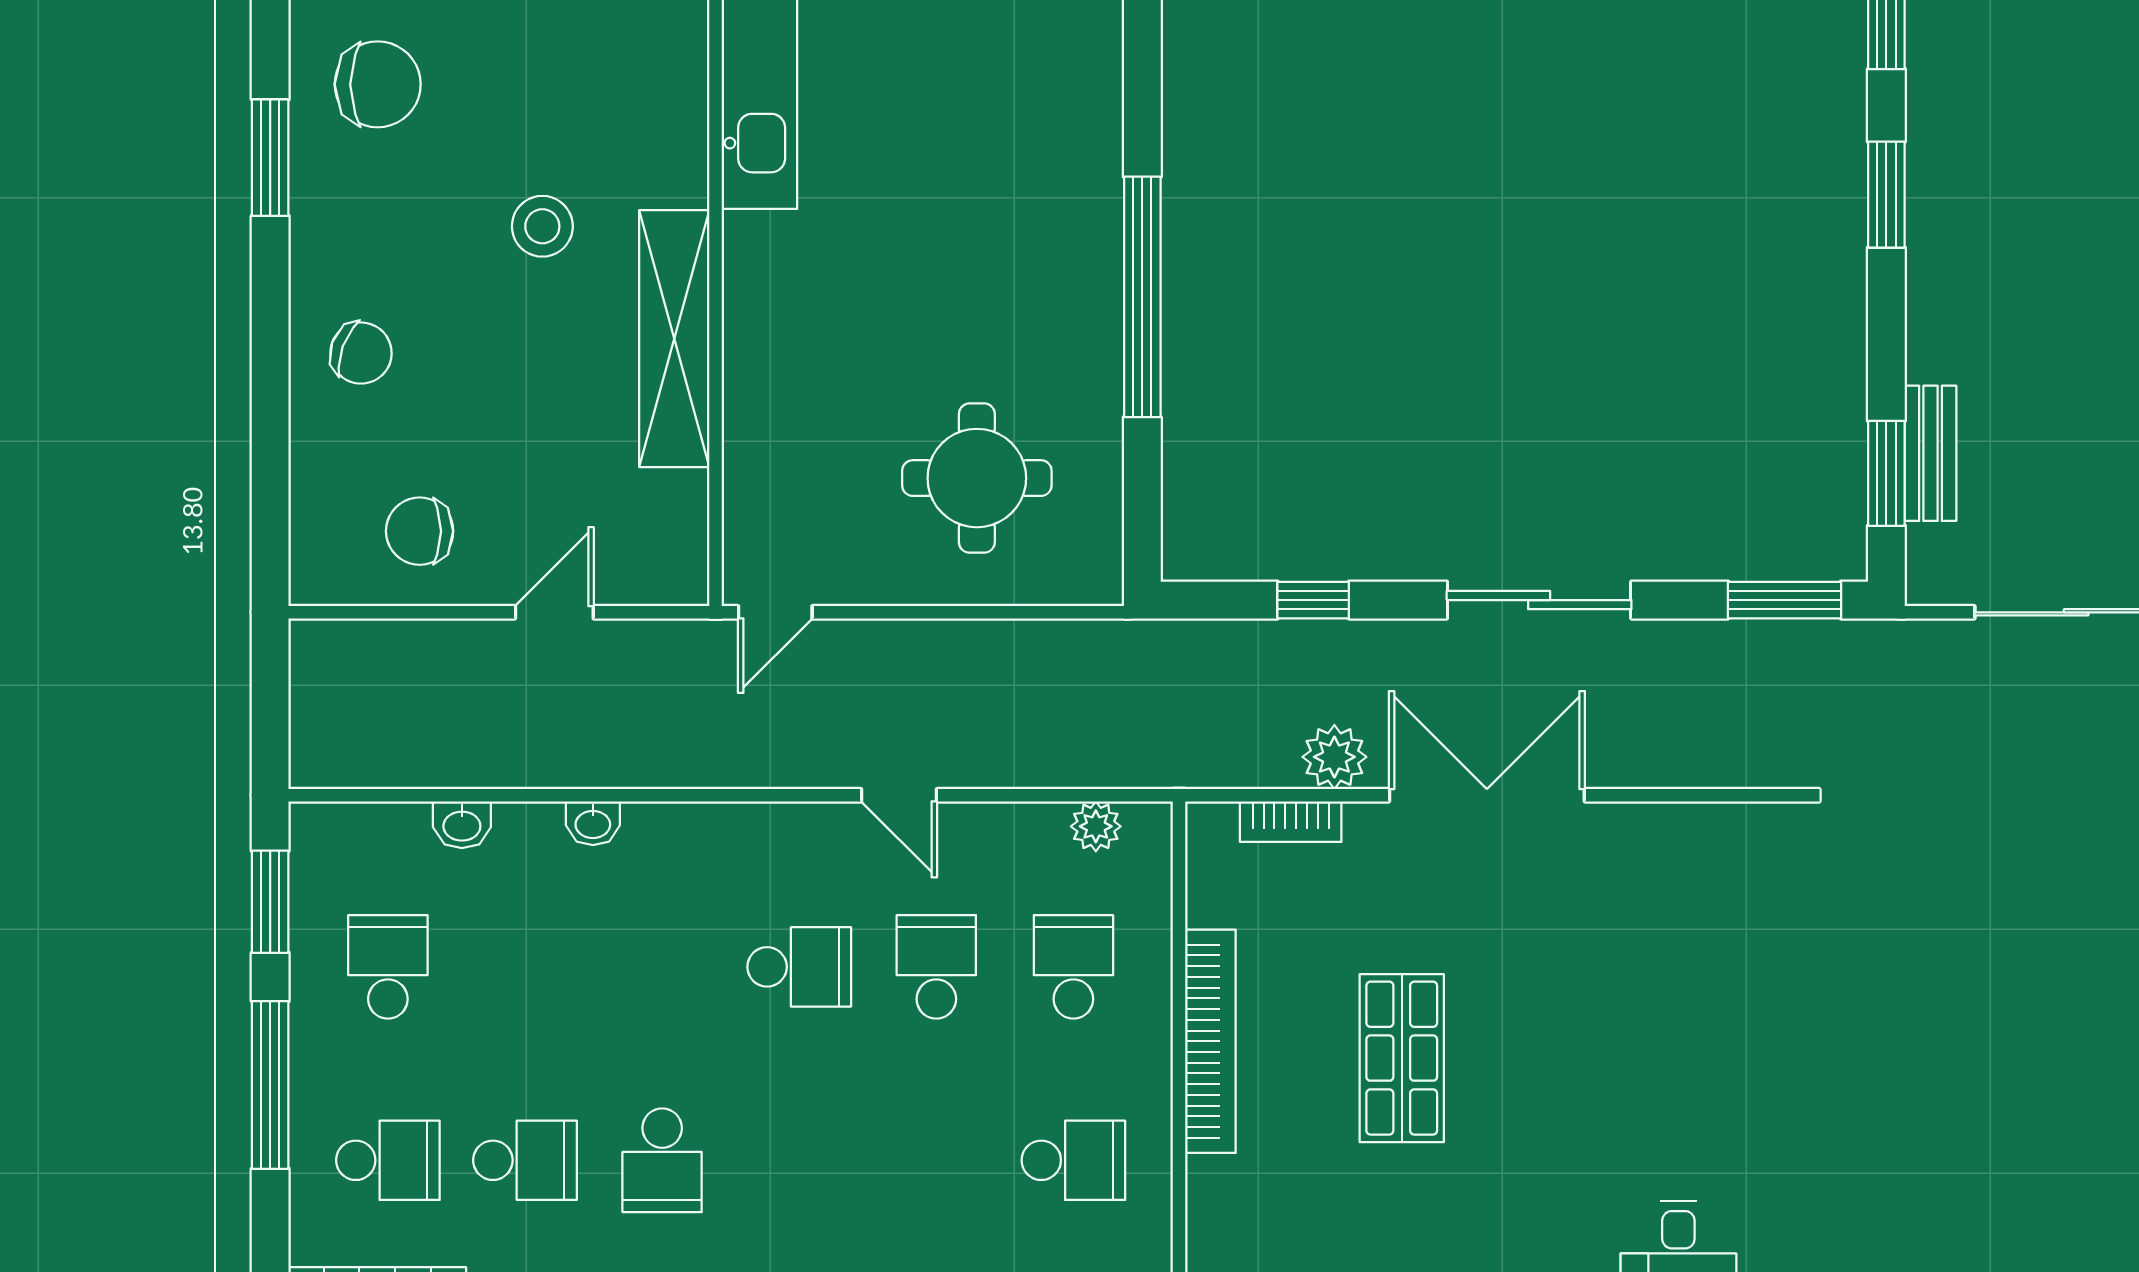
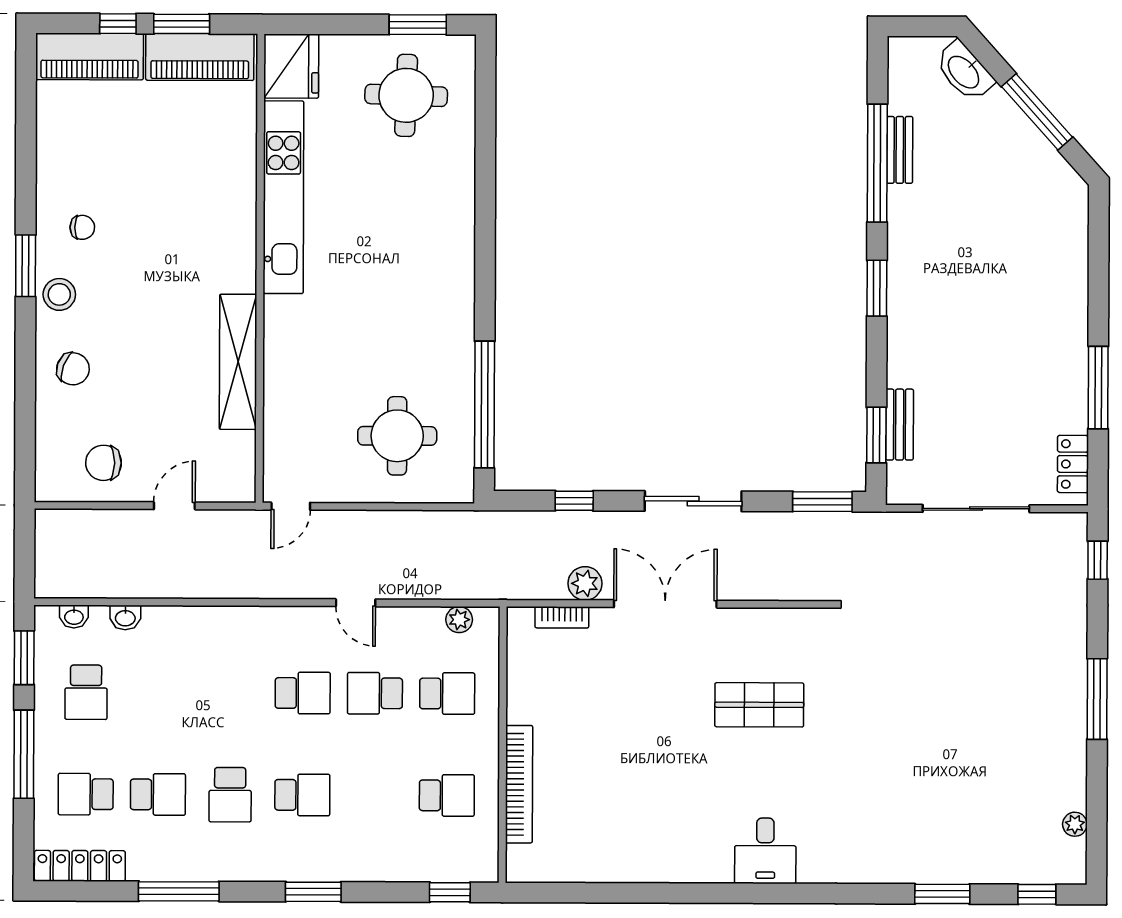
chair: (378, 84) -> (82, 227), width x0.54, depth x0.54
stool: (542, 226) -> (59, 294), moved
window: (1142, 297) -> (484, 404), moved
washbasin: (593, 823) -> (74, 617), moved
school desk: (388, 967) -> (86, 692), turned 180
school desk: (936, 967) -> (375, 693), turned -90
school desk: (1073, 967) -> (447, 694), turned 90
bookcase: (1210, 1041) -> (519, 784), moved
shop shelf: (1402, 1058) -> (759, 705), moved, turned 90
school desk: (388, 1160) -> (86, 794), turned 180
school desk: (799, 1160) -> (302, 795), added

